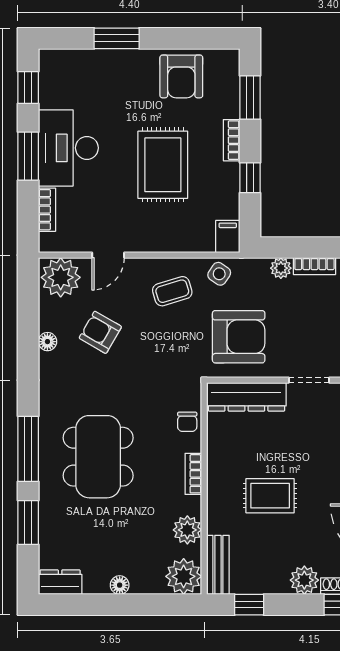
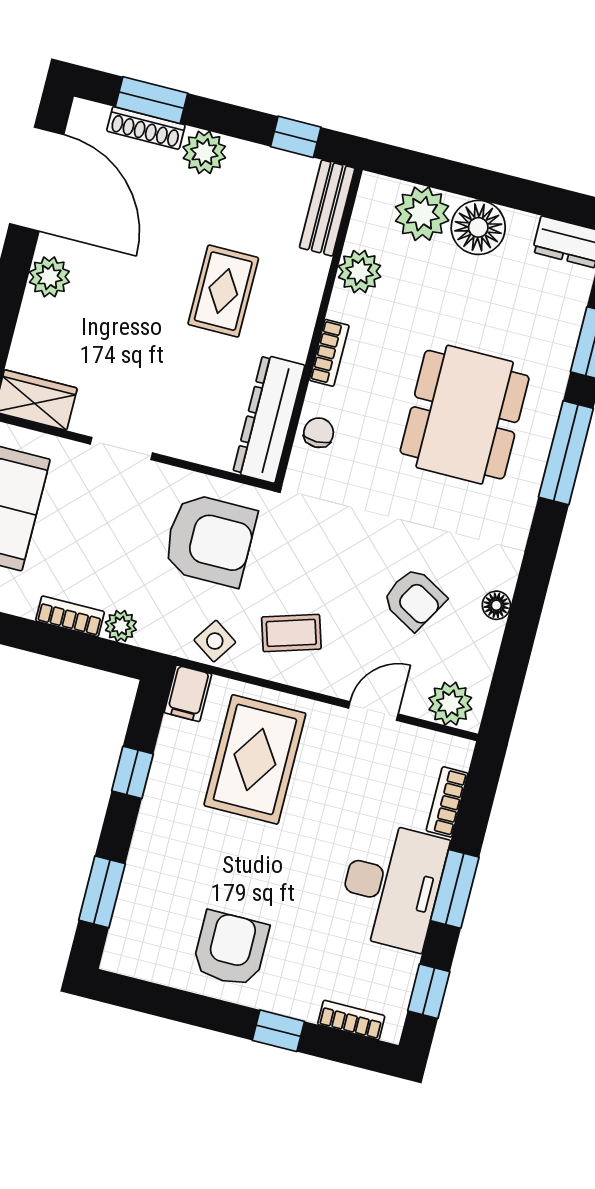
window: (117, 38) -> (278, 1031), width x0.67
armchair: (181, 76) -> (231, 949), moved
bookcase: (232, 140) -> (351, 1020), moved, turned -90
rug: (163, 165) -> (255, 759), moved
plant: (61, 277) -> (450, 704), width x0.73, depth x0.73
armchair: (239, 337) -> (210, 540), turned 180
dresser: (246, 397) -> (269, 419), moved, turned -90
rug: (270, 496) -> (223, 291), turned 90
plant: (184, 576) -> (422, 214), moved
floor lamp: (120, 585) -> (478, 227), width x1.89, depth x1.89

